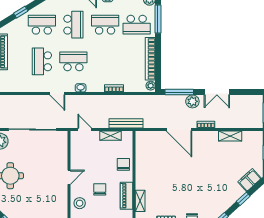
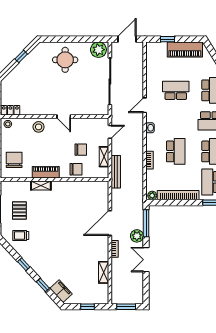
school desk: (73, 61) -> (176, 151), moved
chair: (100, 189) -> (81, 150), moved

